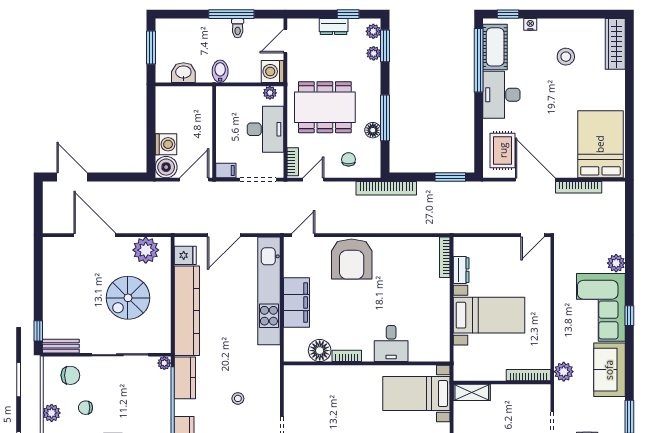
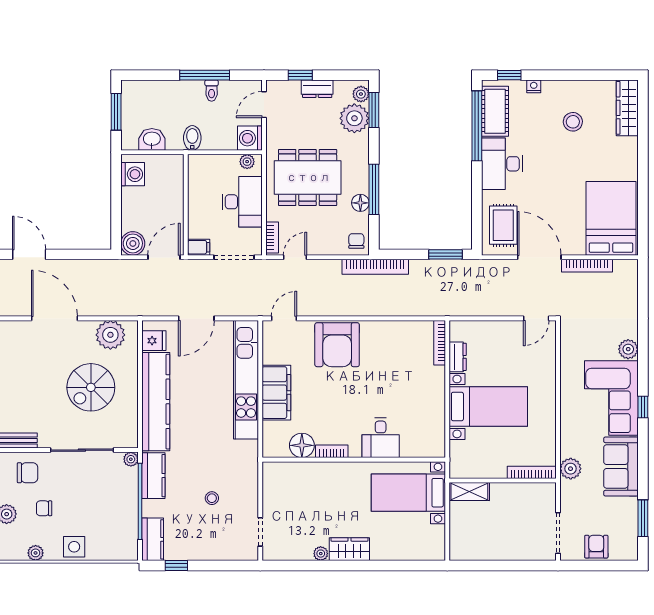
window: (348, 14) -> (300, 75), moved
plant: (374, 53) -> (354, 118), width x1.87, depth x1.87
washing machine: (166, 144) -> (133, 174), moved
chair: (349, 159) -> (356, 241), moved

